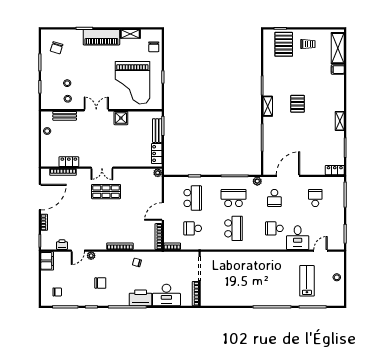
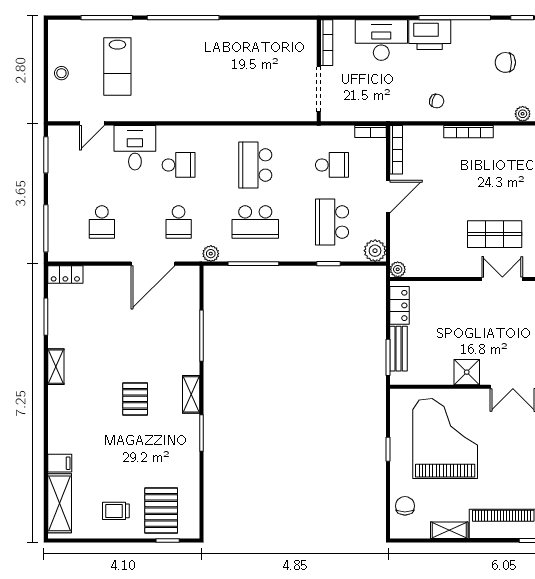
plant: (170, 183) -> (375, 251), added
school desk: (274, 198) -> (179, 222), turned 180

